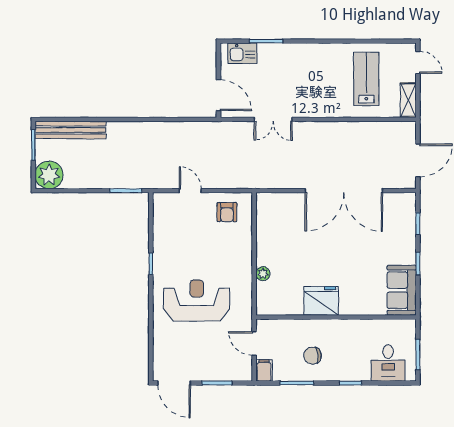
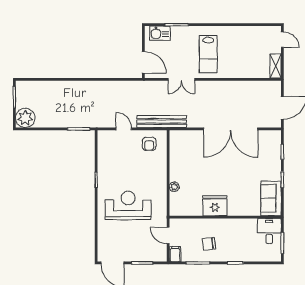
lab bench: (366, 79) -> (208, 54), moved, turned 180
bench: (71, 130) -> (162, 122), moved
desk: (388, 363) -> (269, 231), moved, turned 180

